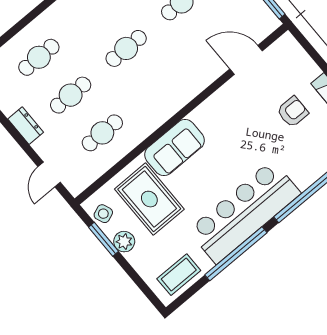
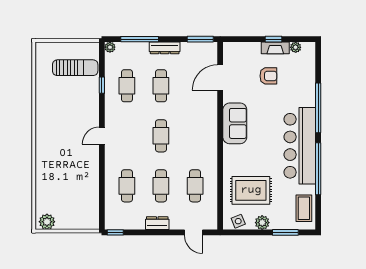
armchair: (293, 112) -> (268, 76), turned 90
sofa: (174, 148) -> (235, 123), moved
window: (103, 239) -> (285, 232), moved

